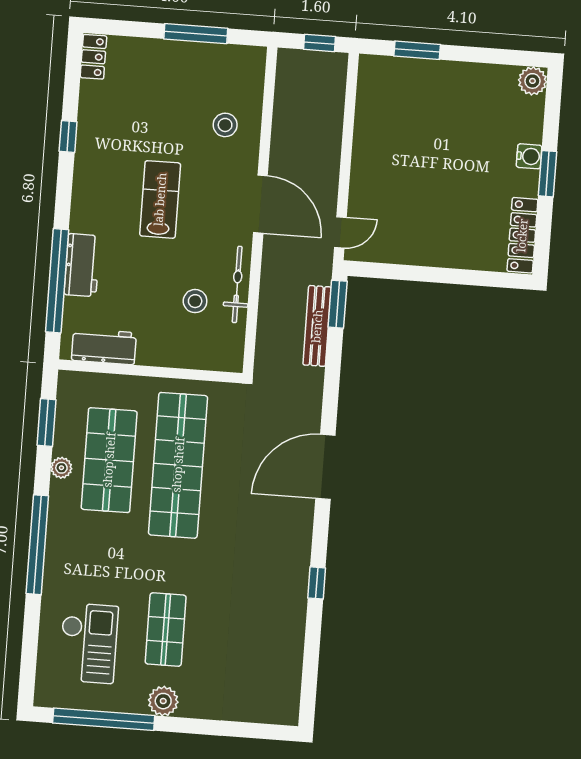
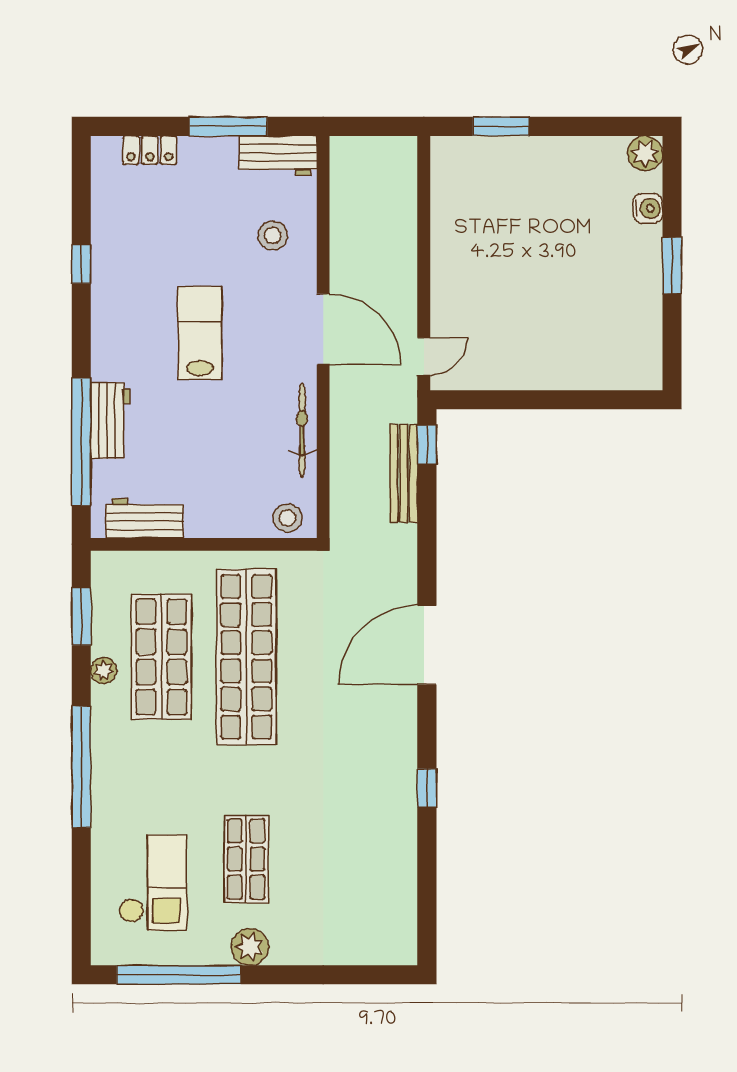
window: (320, 43) -> (381, 126), removed
locker: (93, 57) -> (150, 150), moved, turned 90
workbench: (235, 61) -> (278, 156), added
water cooler: (529, 156) -> (648, 208), moved
locker: (522, 235) -> (647, 343), removed
stool: (195, 301) -> (288, 518), moved
window: (338, 304) -> (427, 445), width x0.67

